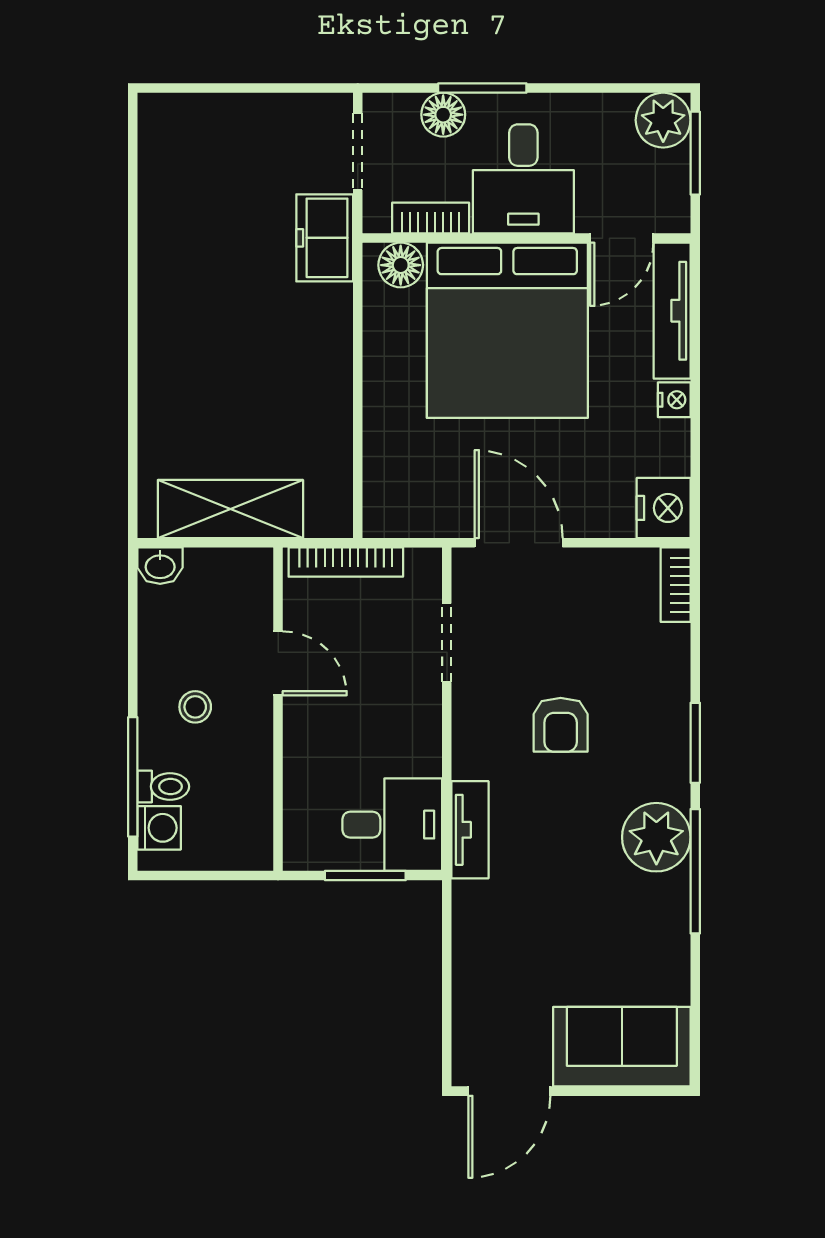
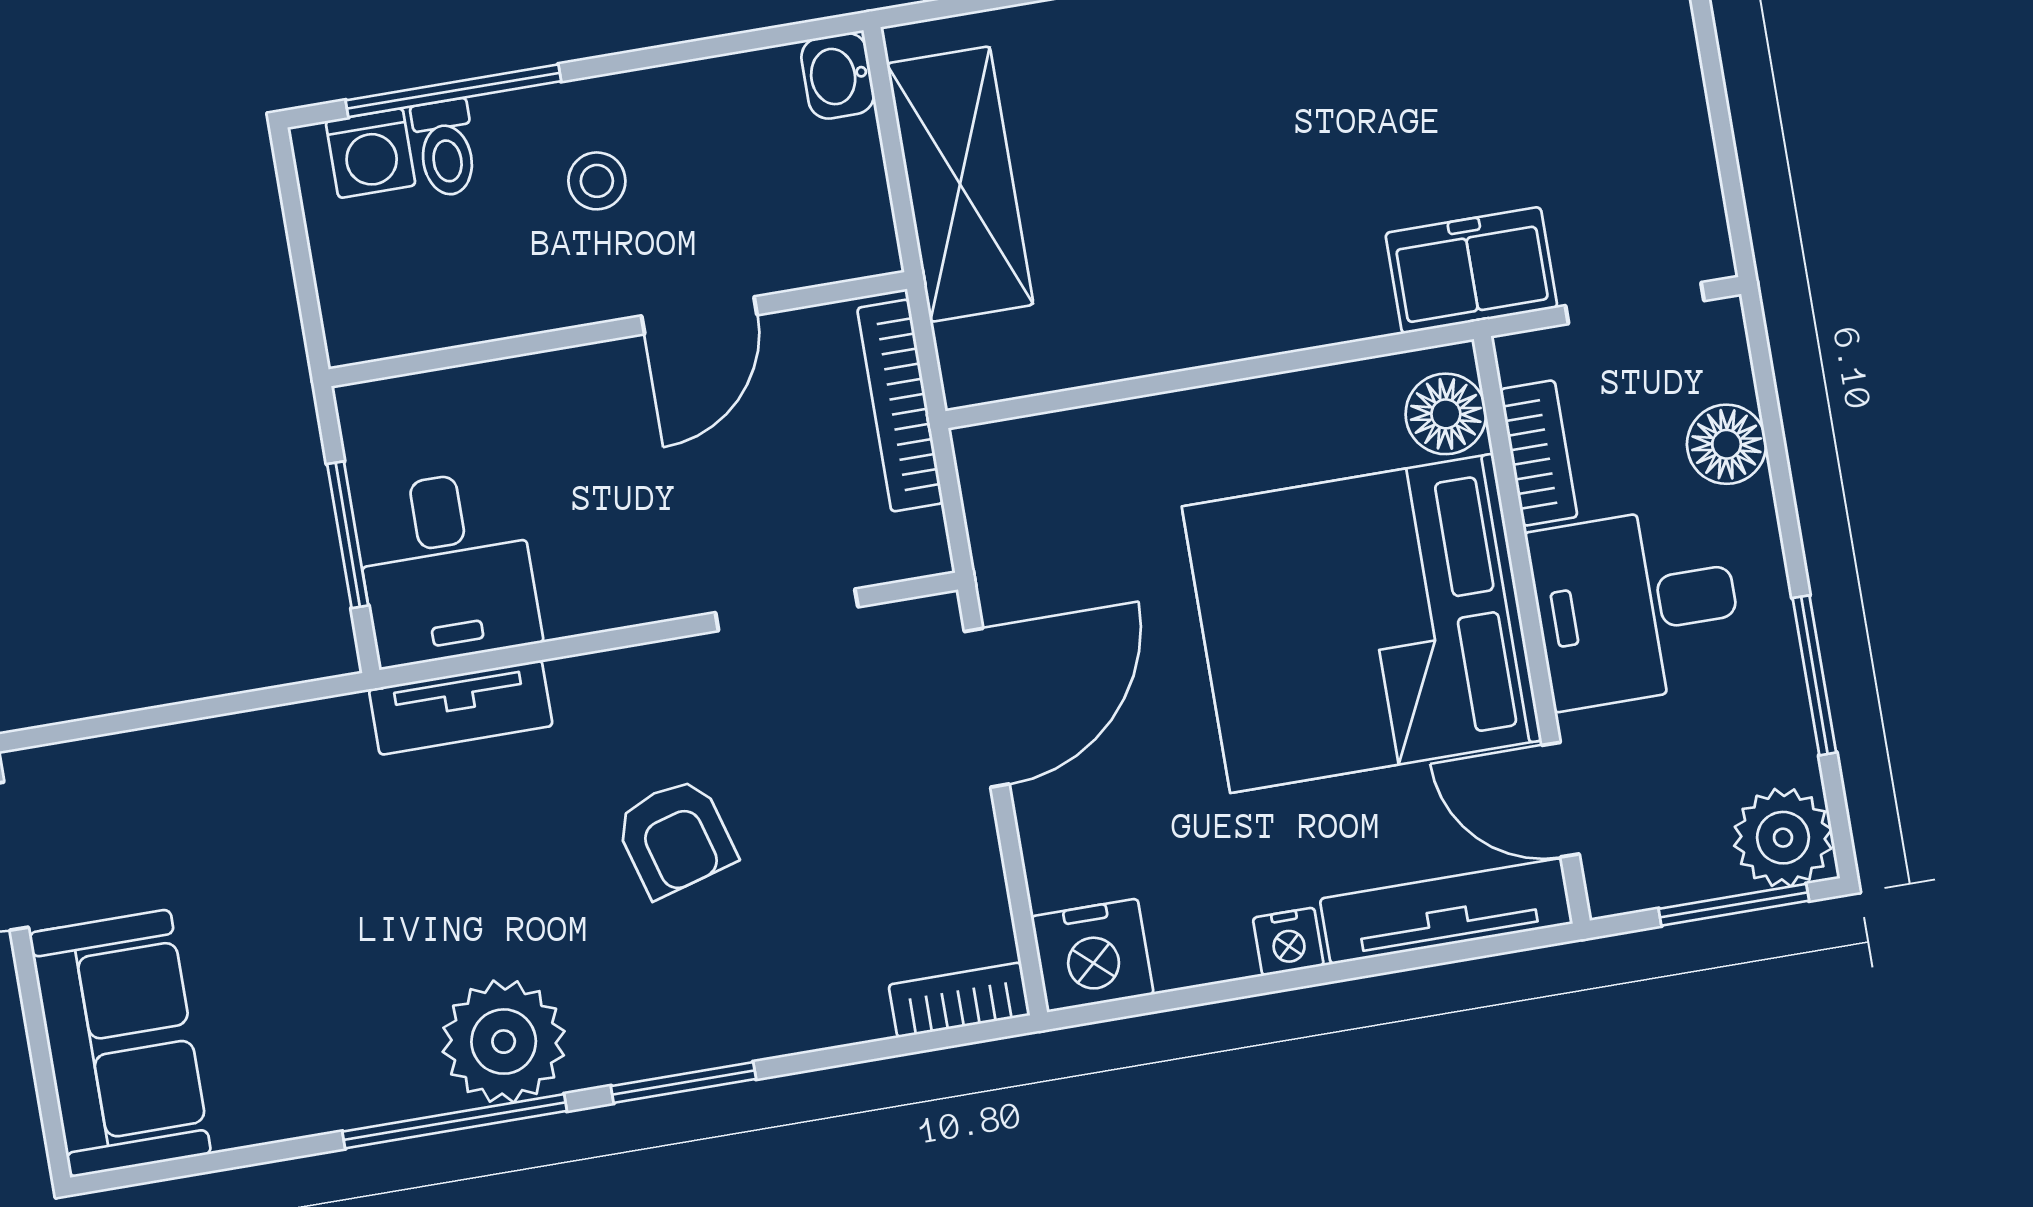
window: (482, 88) -> (1814, 675), moved
armchair: (561, 725) -> (675, 837), turned -106

